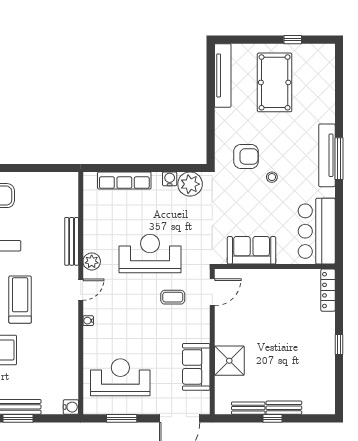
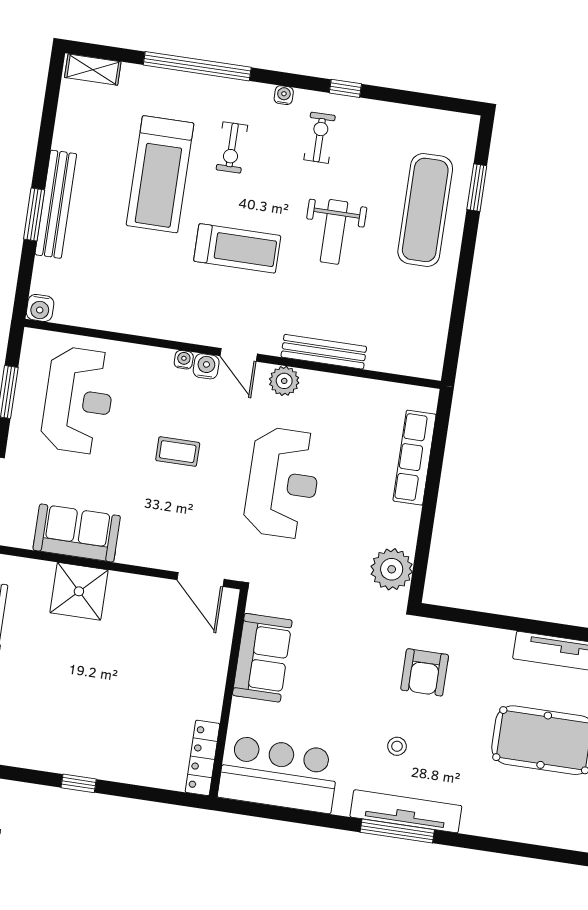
stool: (272, 177) -> (397, 746), moved
water cooler: (170, 179) -> (206, 366), moved, turned -90
locker: (328, 290) -> (202, 758), moved, turned -90
coffee table: (173, 297) -> (178, 452), moved, turned 90

